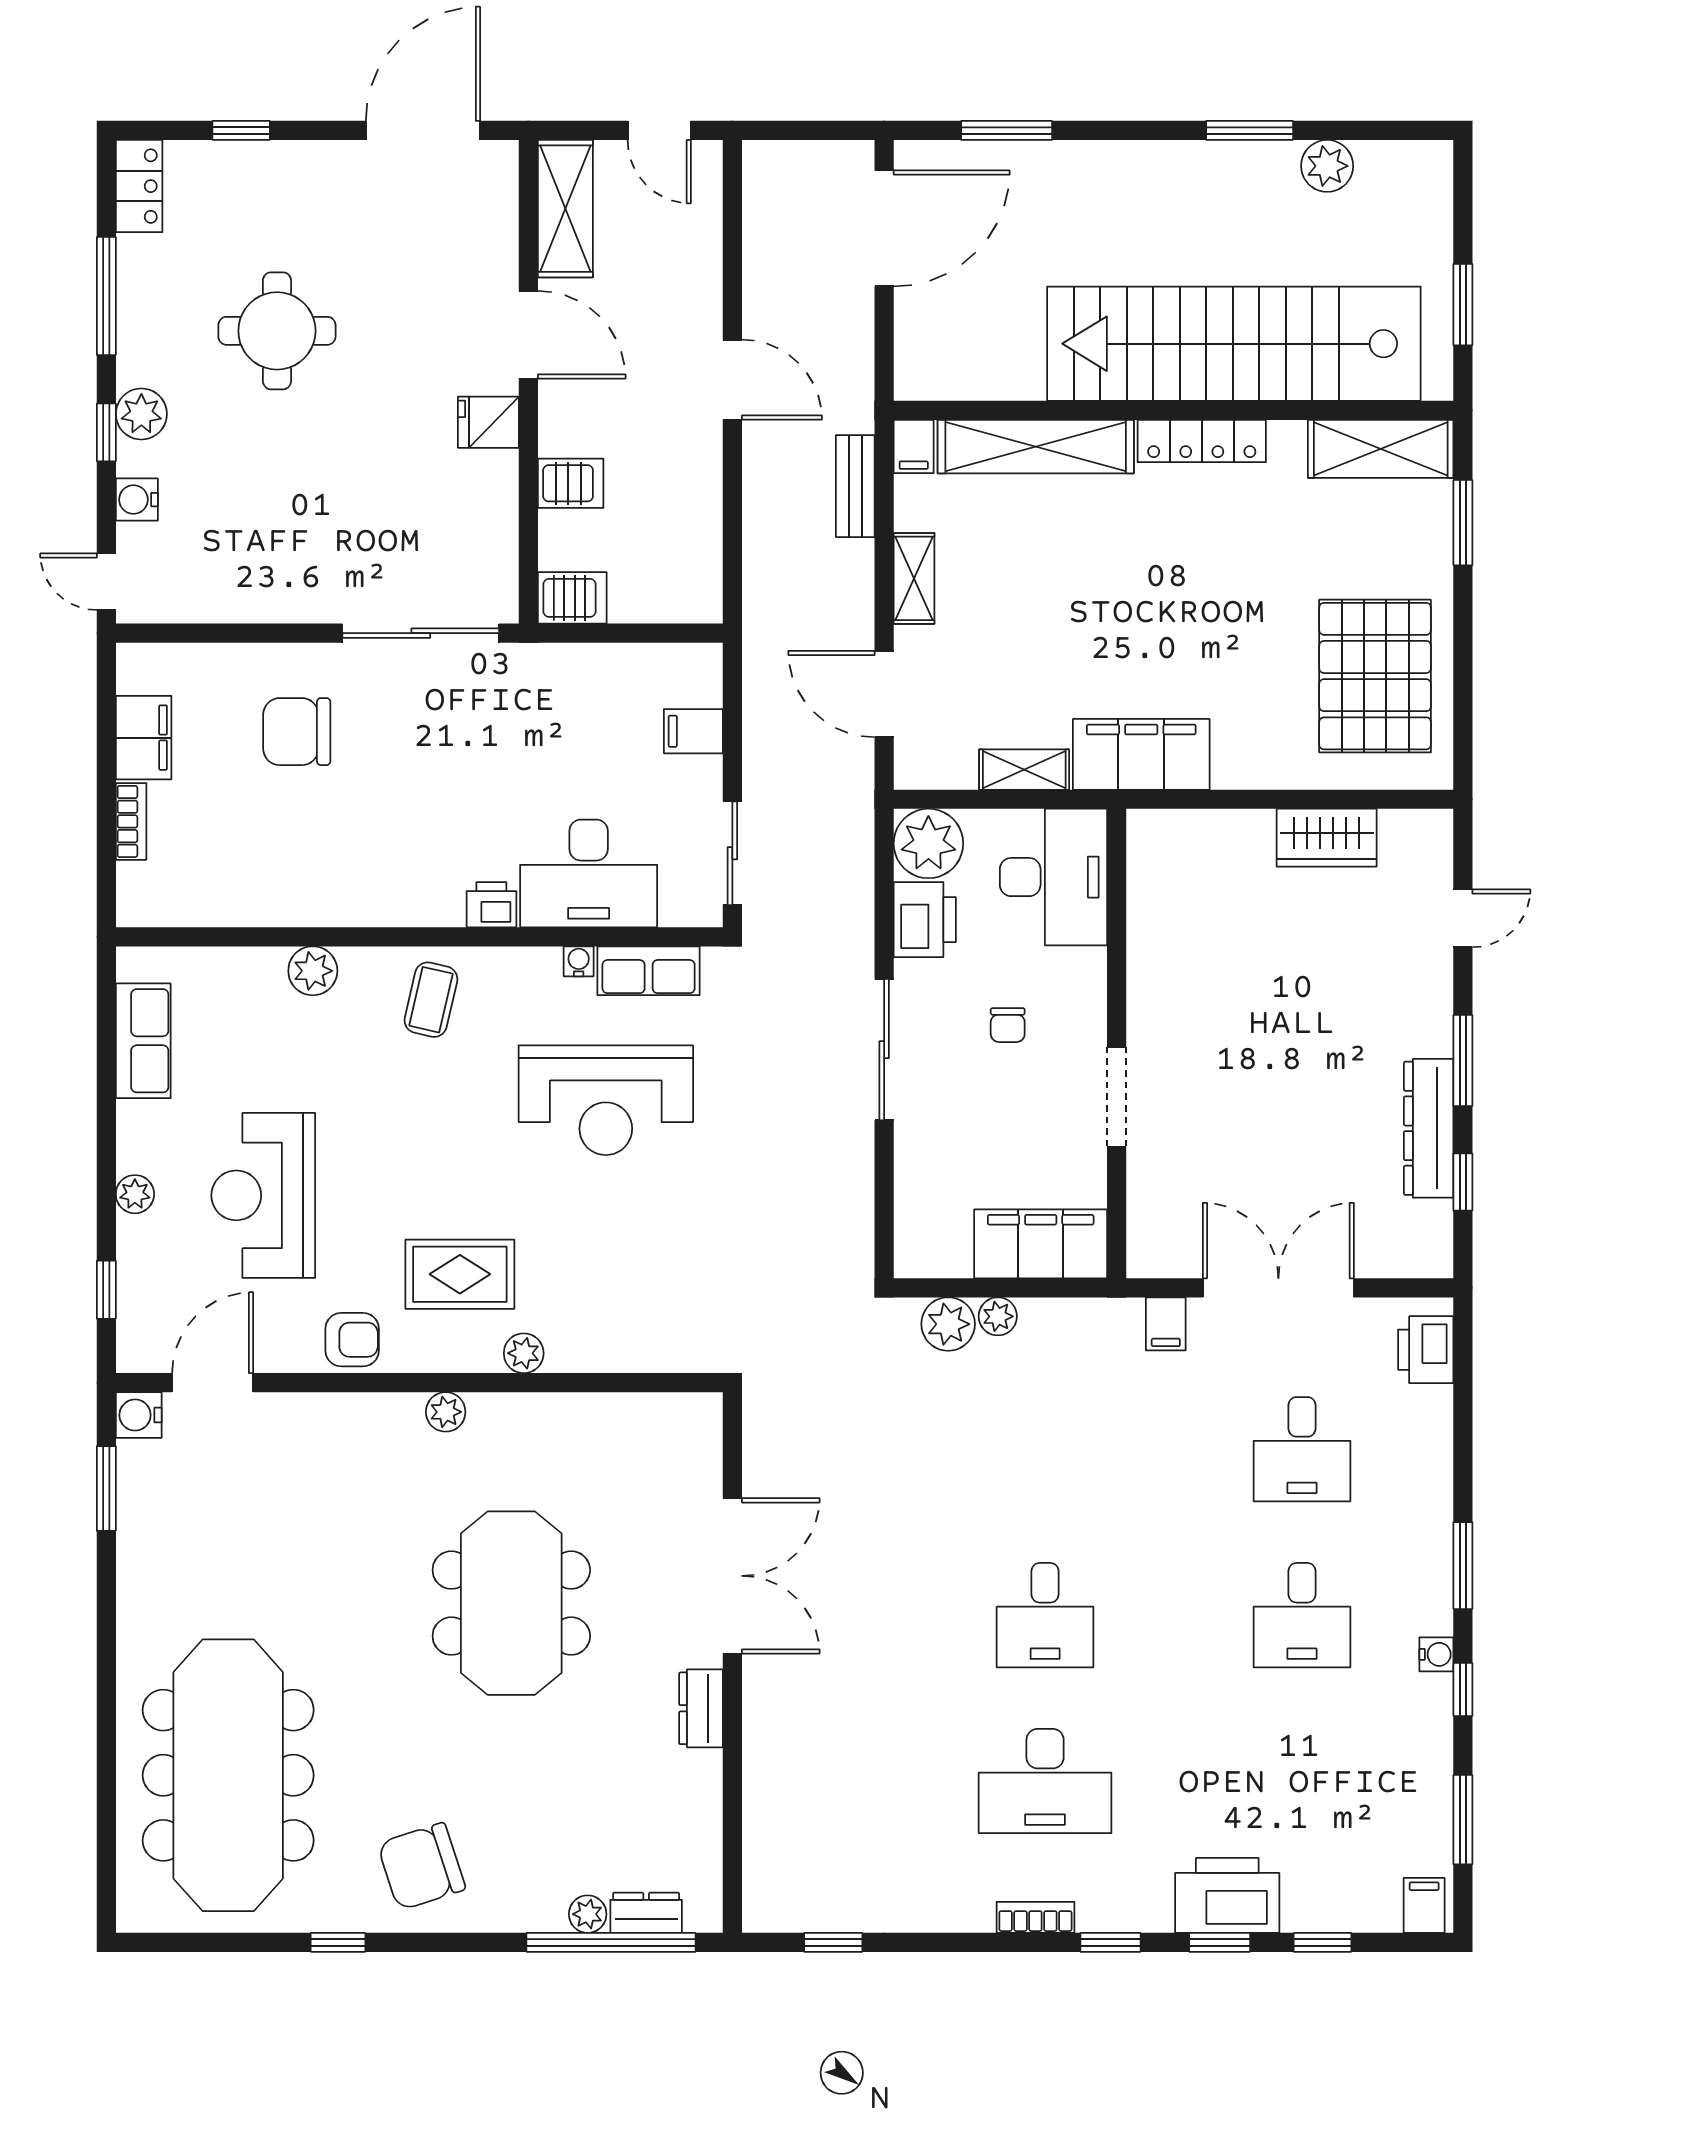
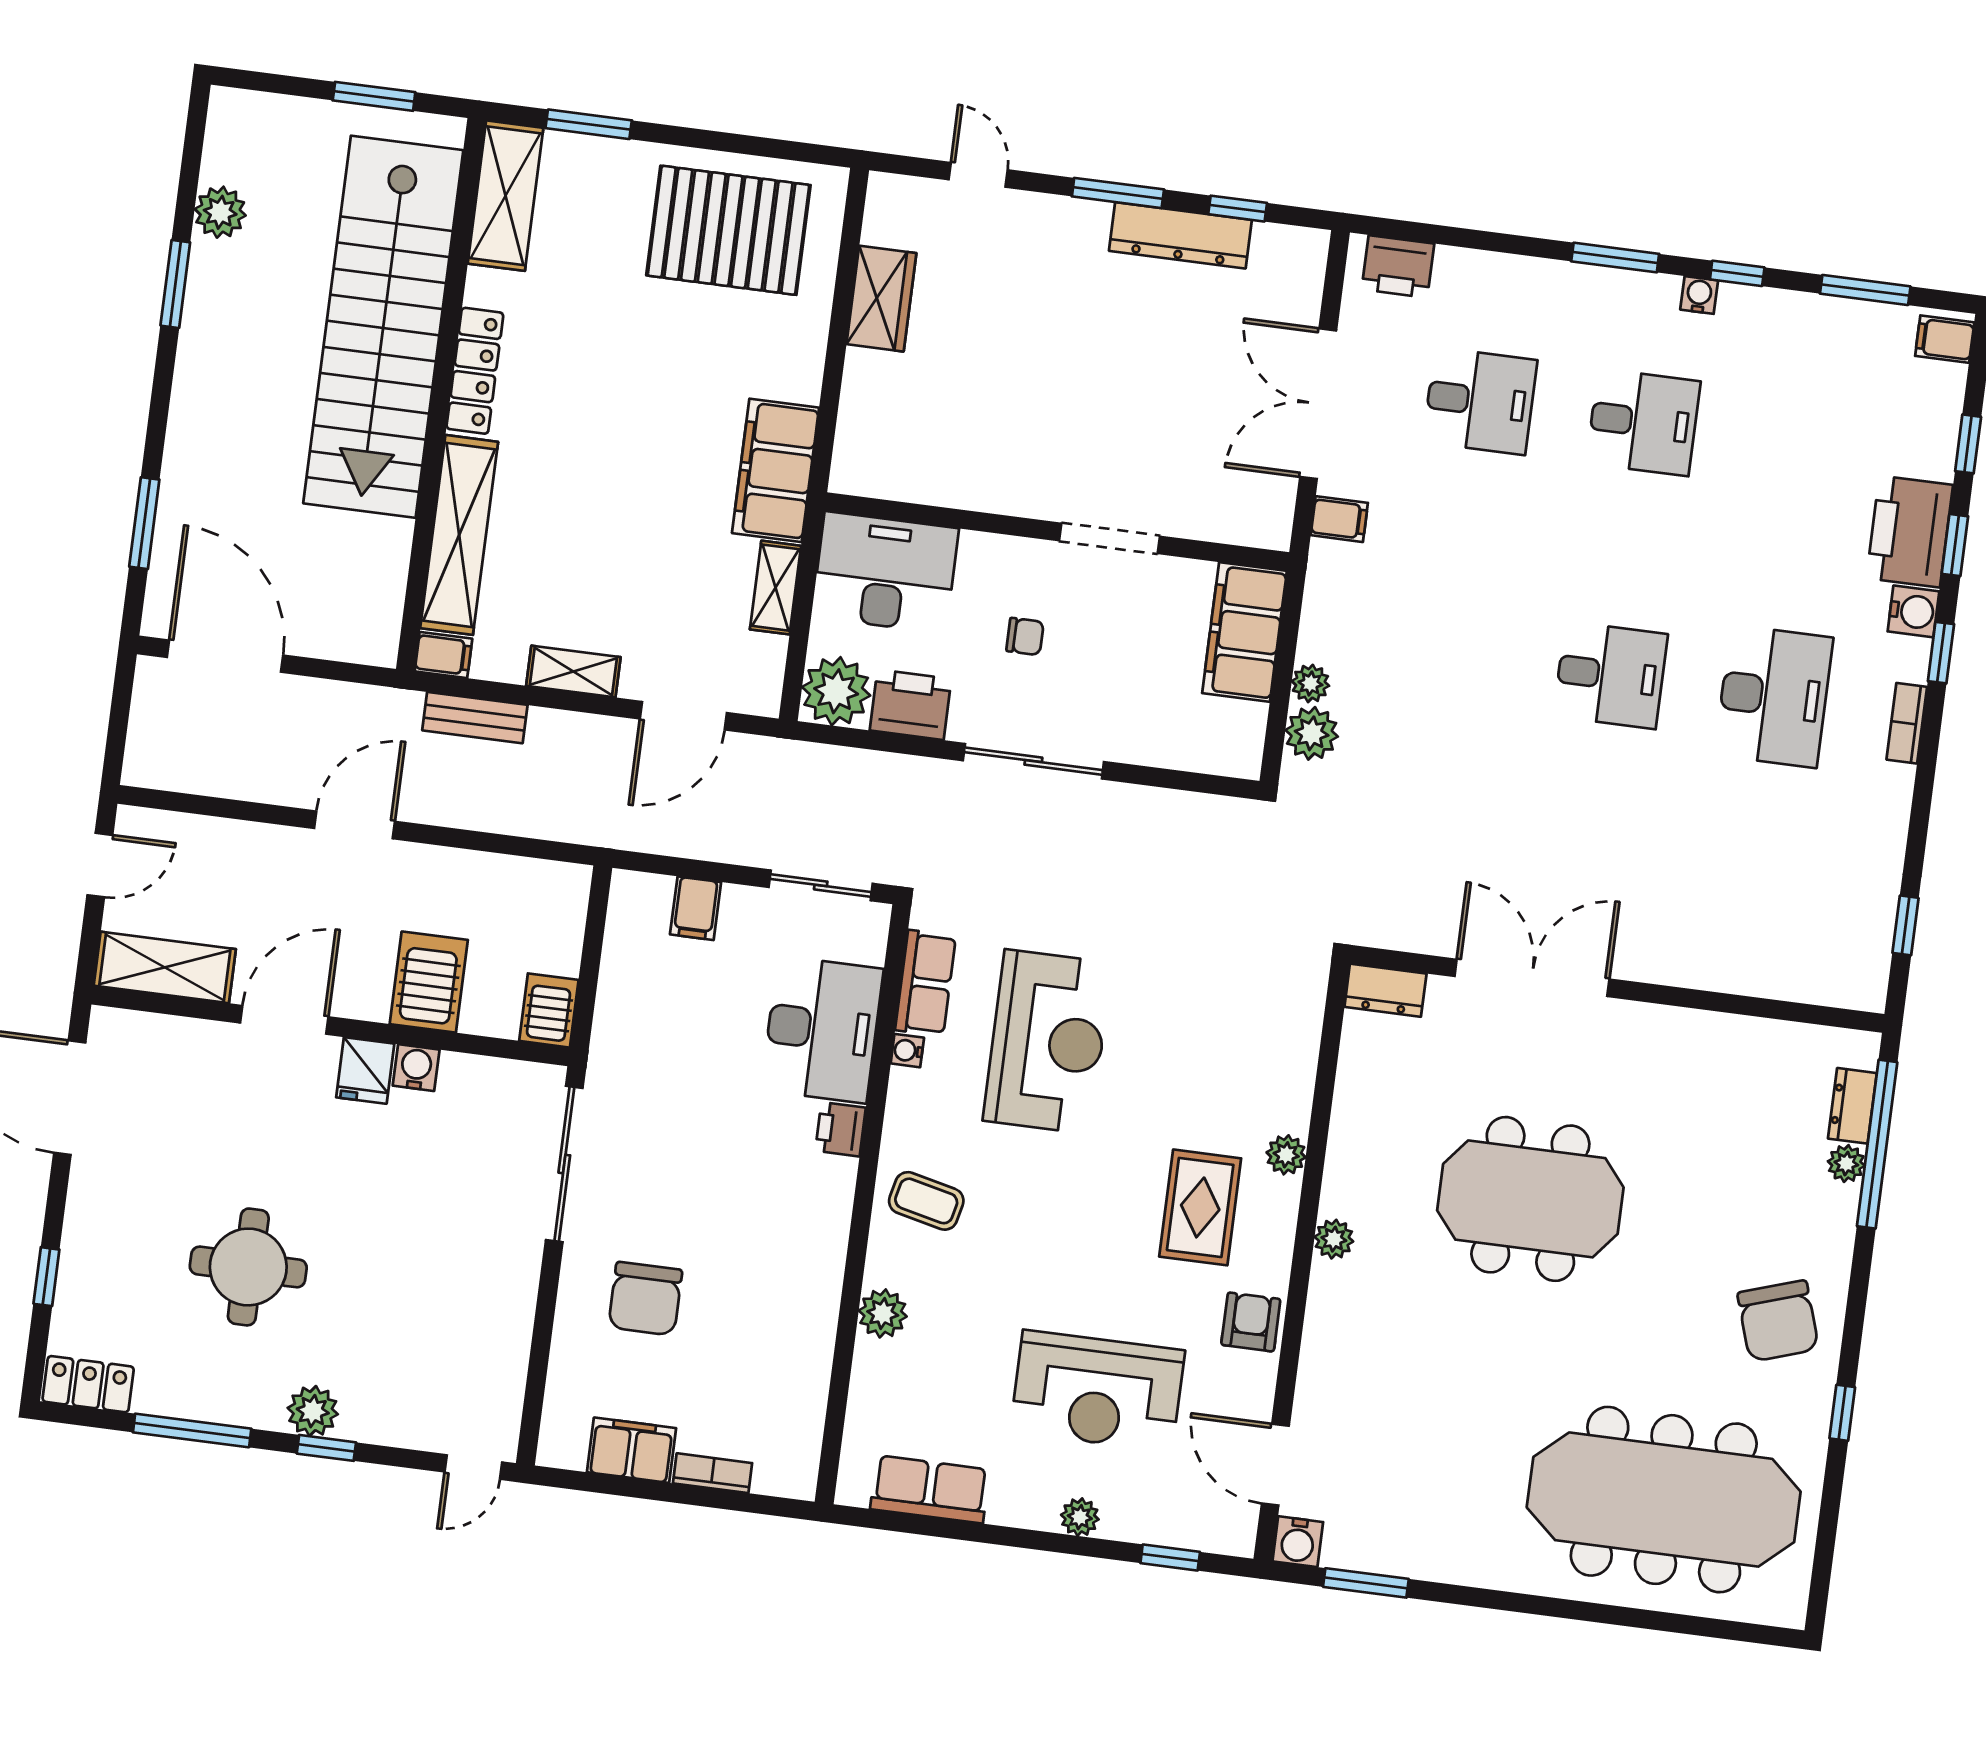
server rack: (571, 483) -> (429, 982), width x1.36, depth x1.44
water cooler: (137, 500) -> (416, 1068), moved, turned 180
dresser: (701, 1708) -> (1385, 990), moved
water cooler: (1148, 1910) -> (1913, 611), added

